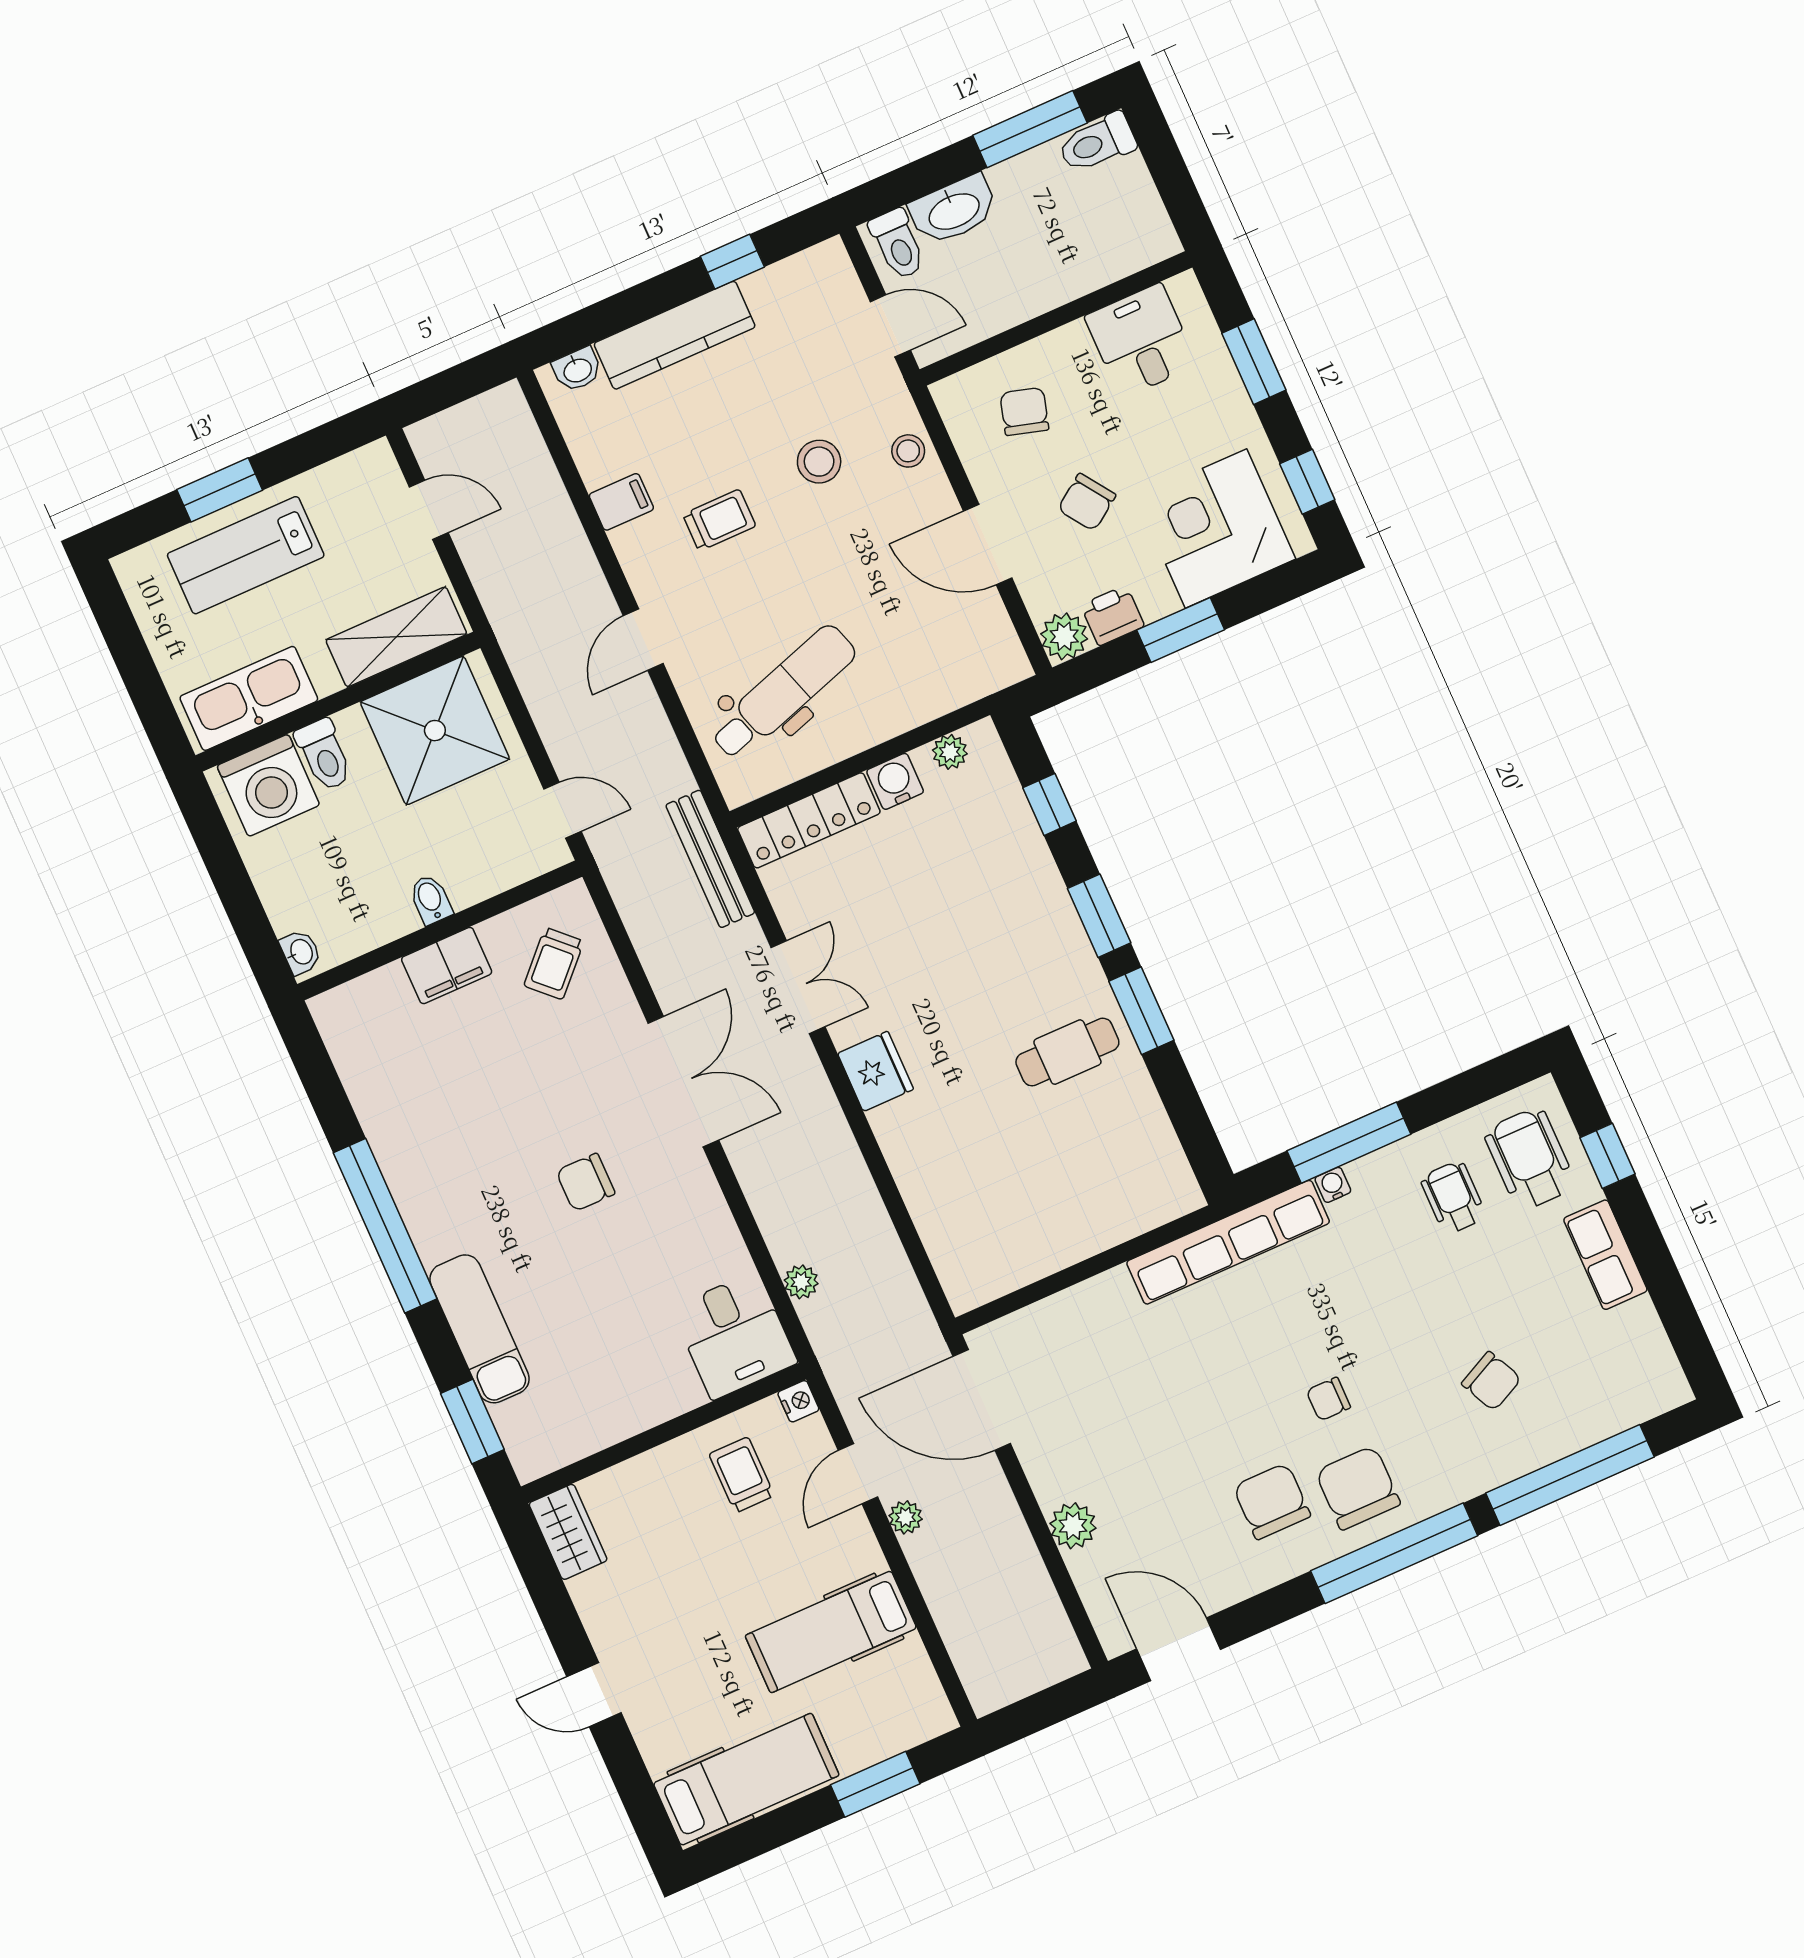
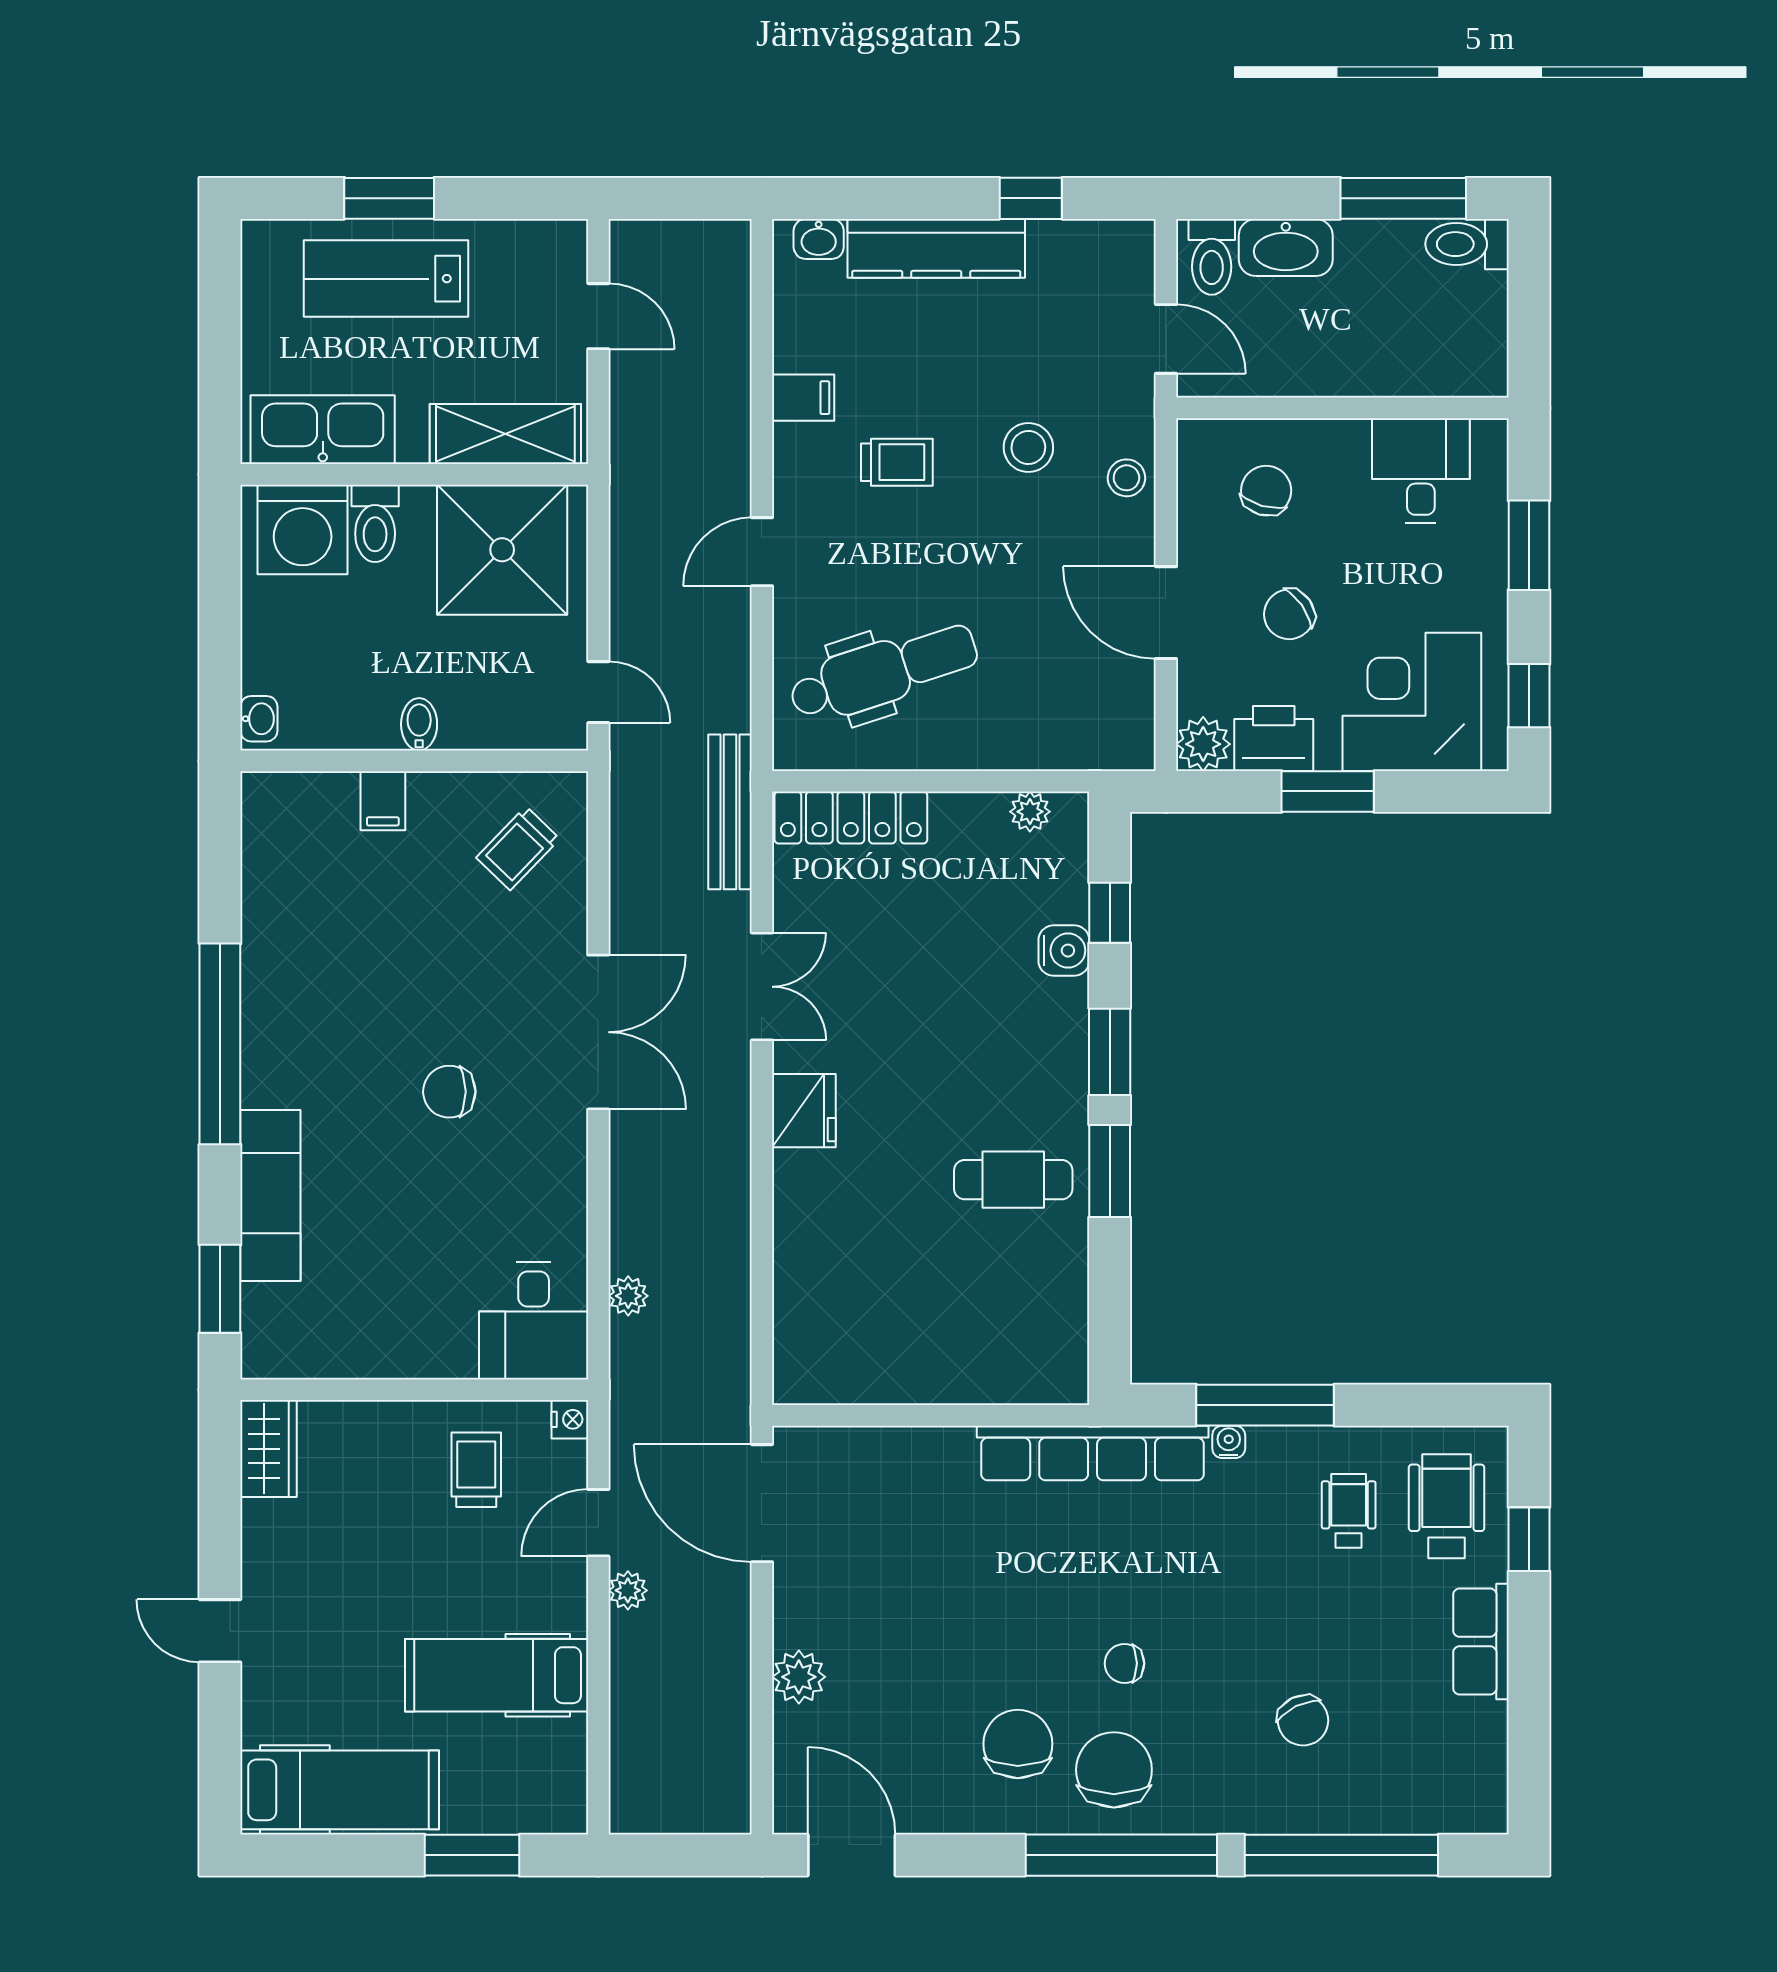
printer: (1112, 616) -> (1274, 738), width x1.36, depth x1.24
water cooler: (895, 781) -> (1064, 951), moved, turned 90
filing cabinet: (447, 966) -> (383, 801), width x0.50

